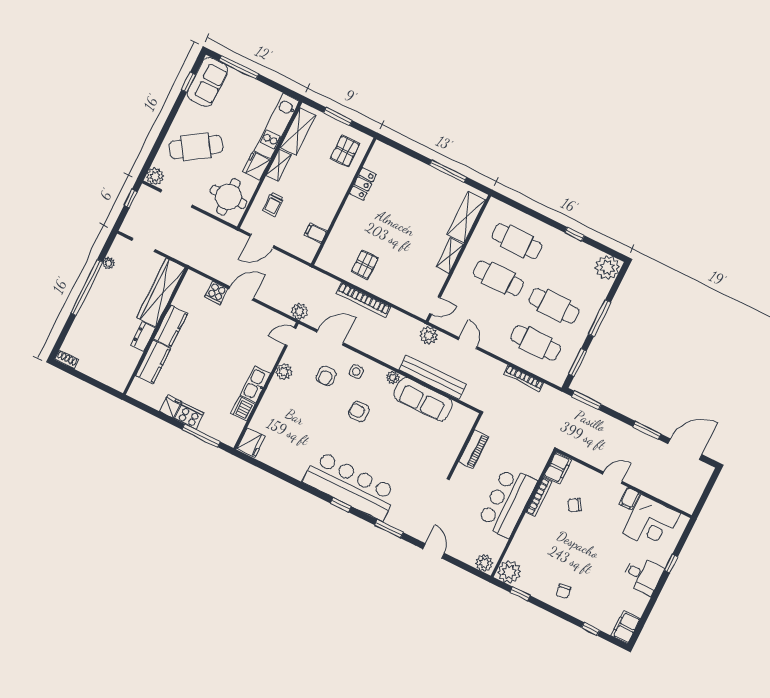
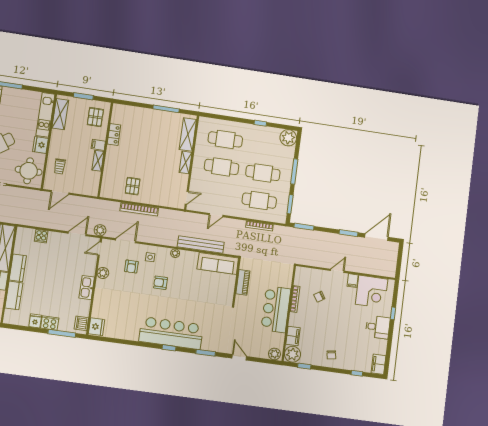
shelving: (279, 165) -> (98, 161), moved
filing cabinet: (316, 233) -> (98, 145), moved
door: (241, 294) -> (77, 234), moved
plant: (429, 335) -> (189, 218), removed
door: (468, 343) -> (216, 215), swing flipped
sofa: (423, 399) -> (218, 263), moved
dishwasher: (243, 409) -> (81, 323), moved
filing cabinet: (558, 468) -> (293, 336), moved

